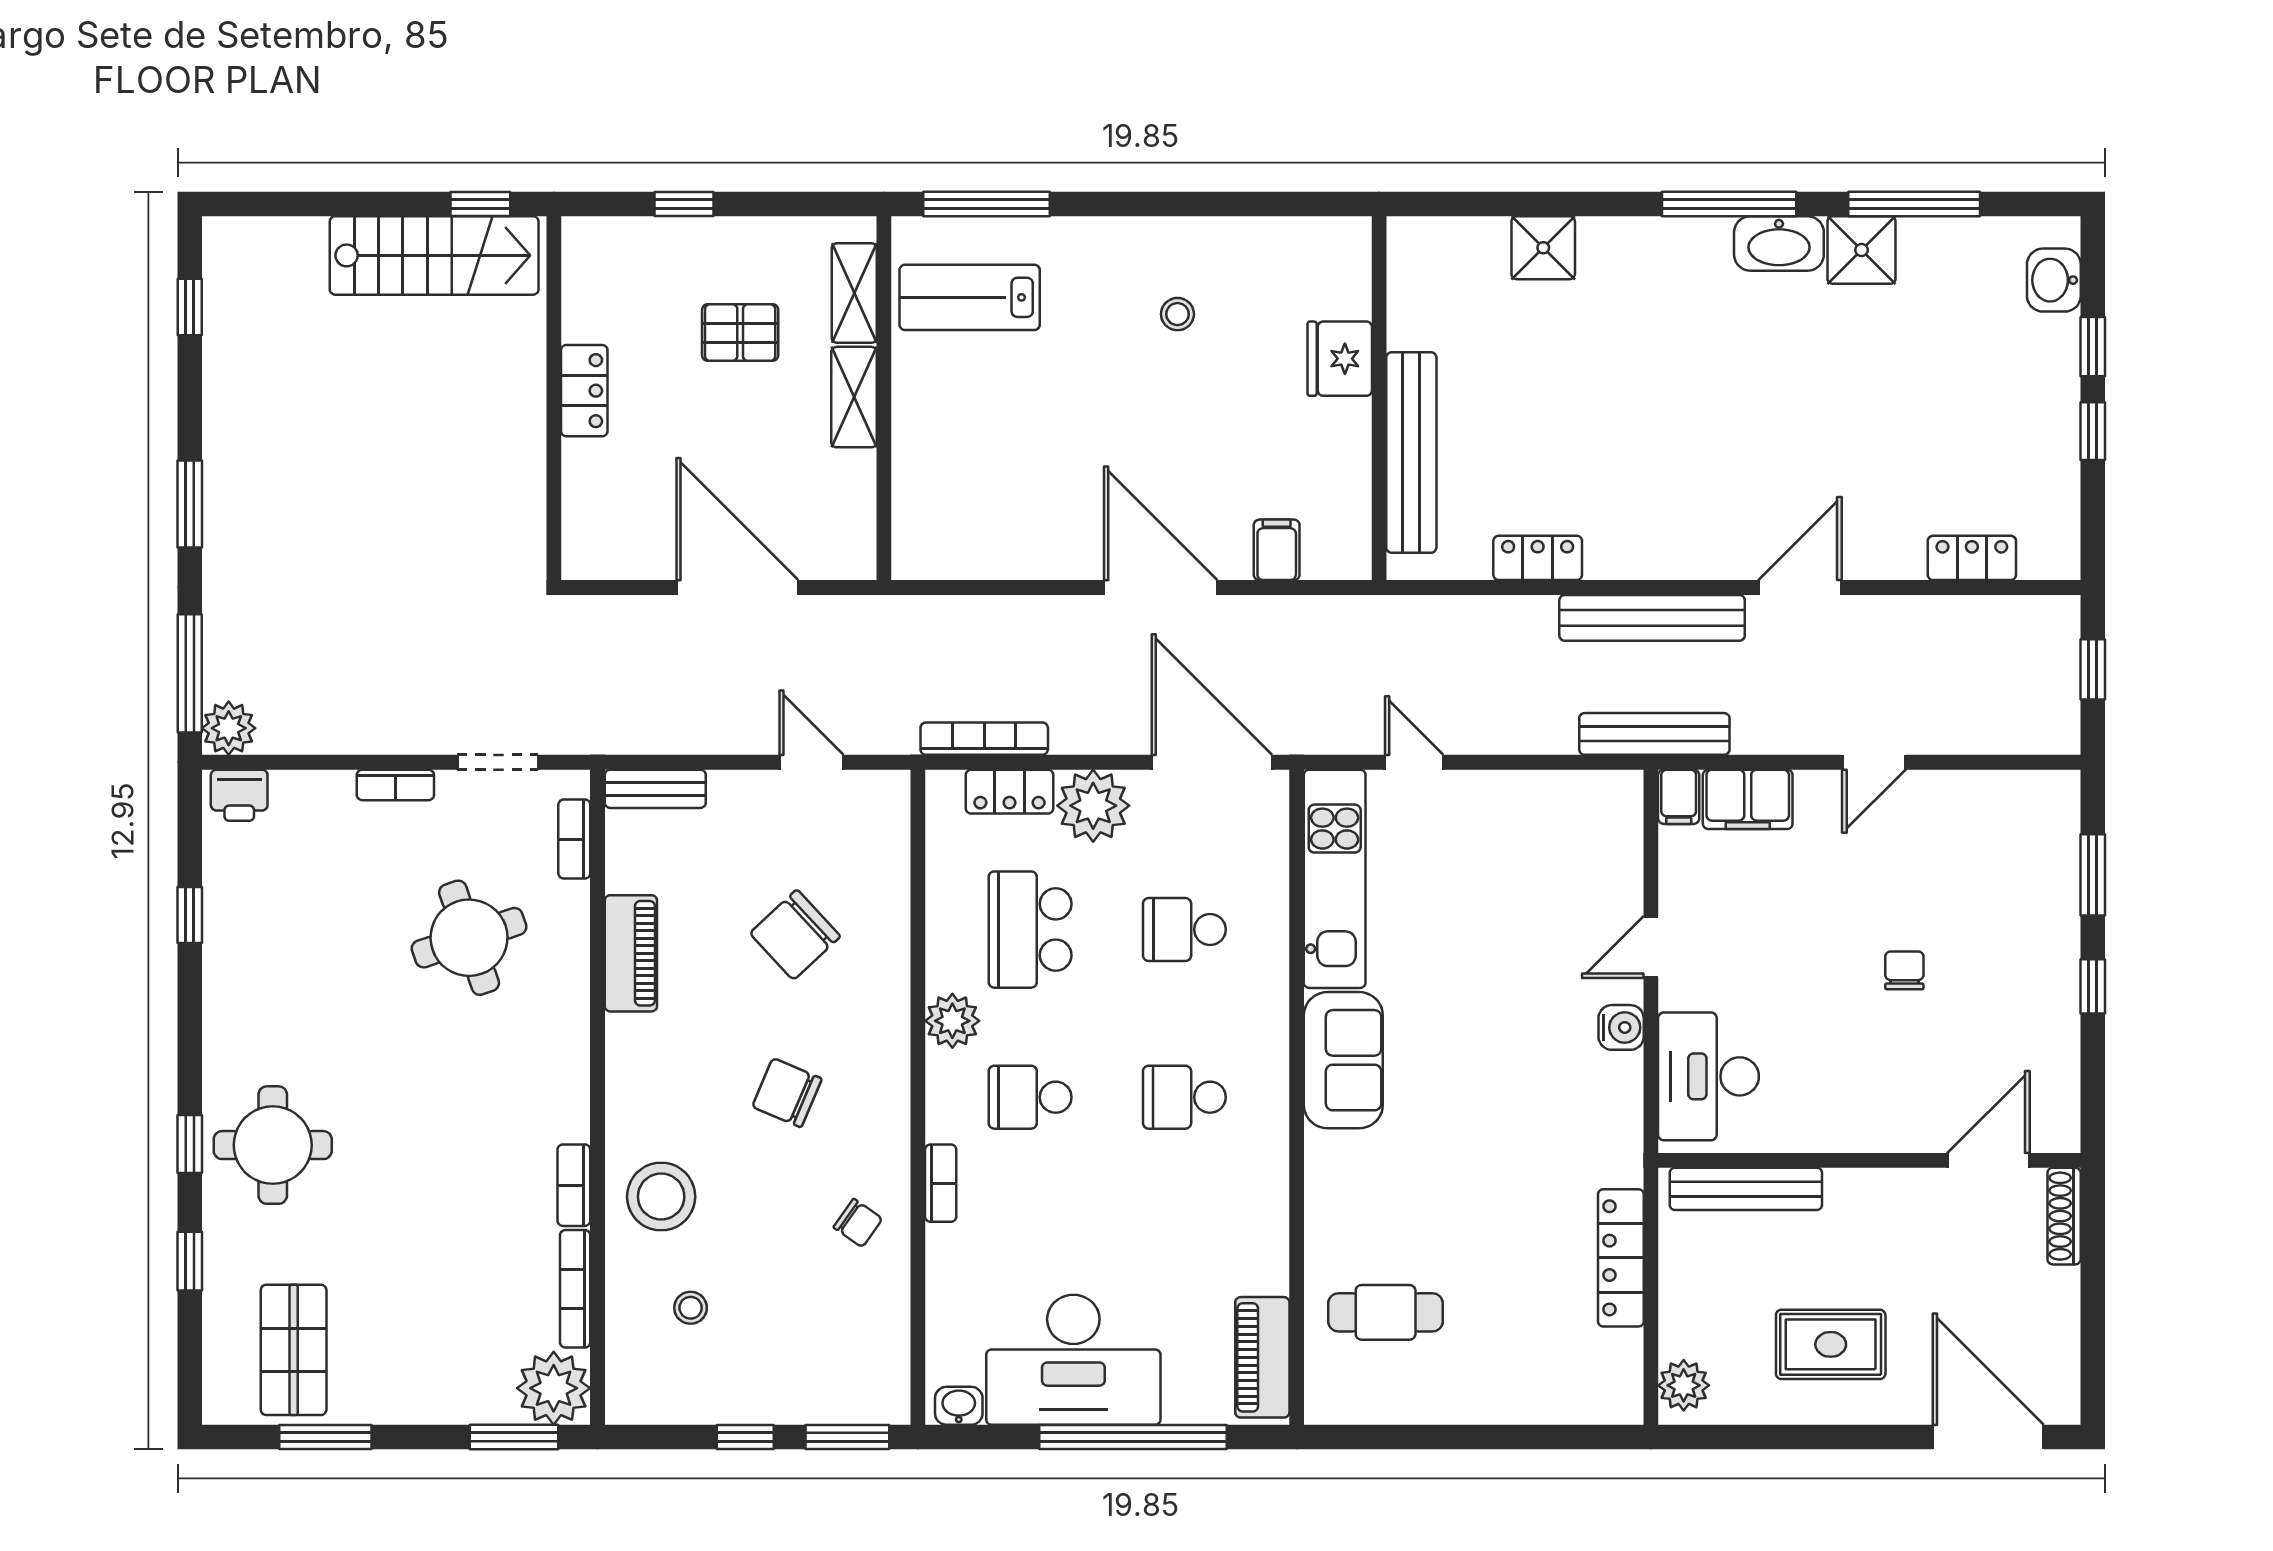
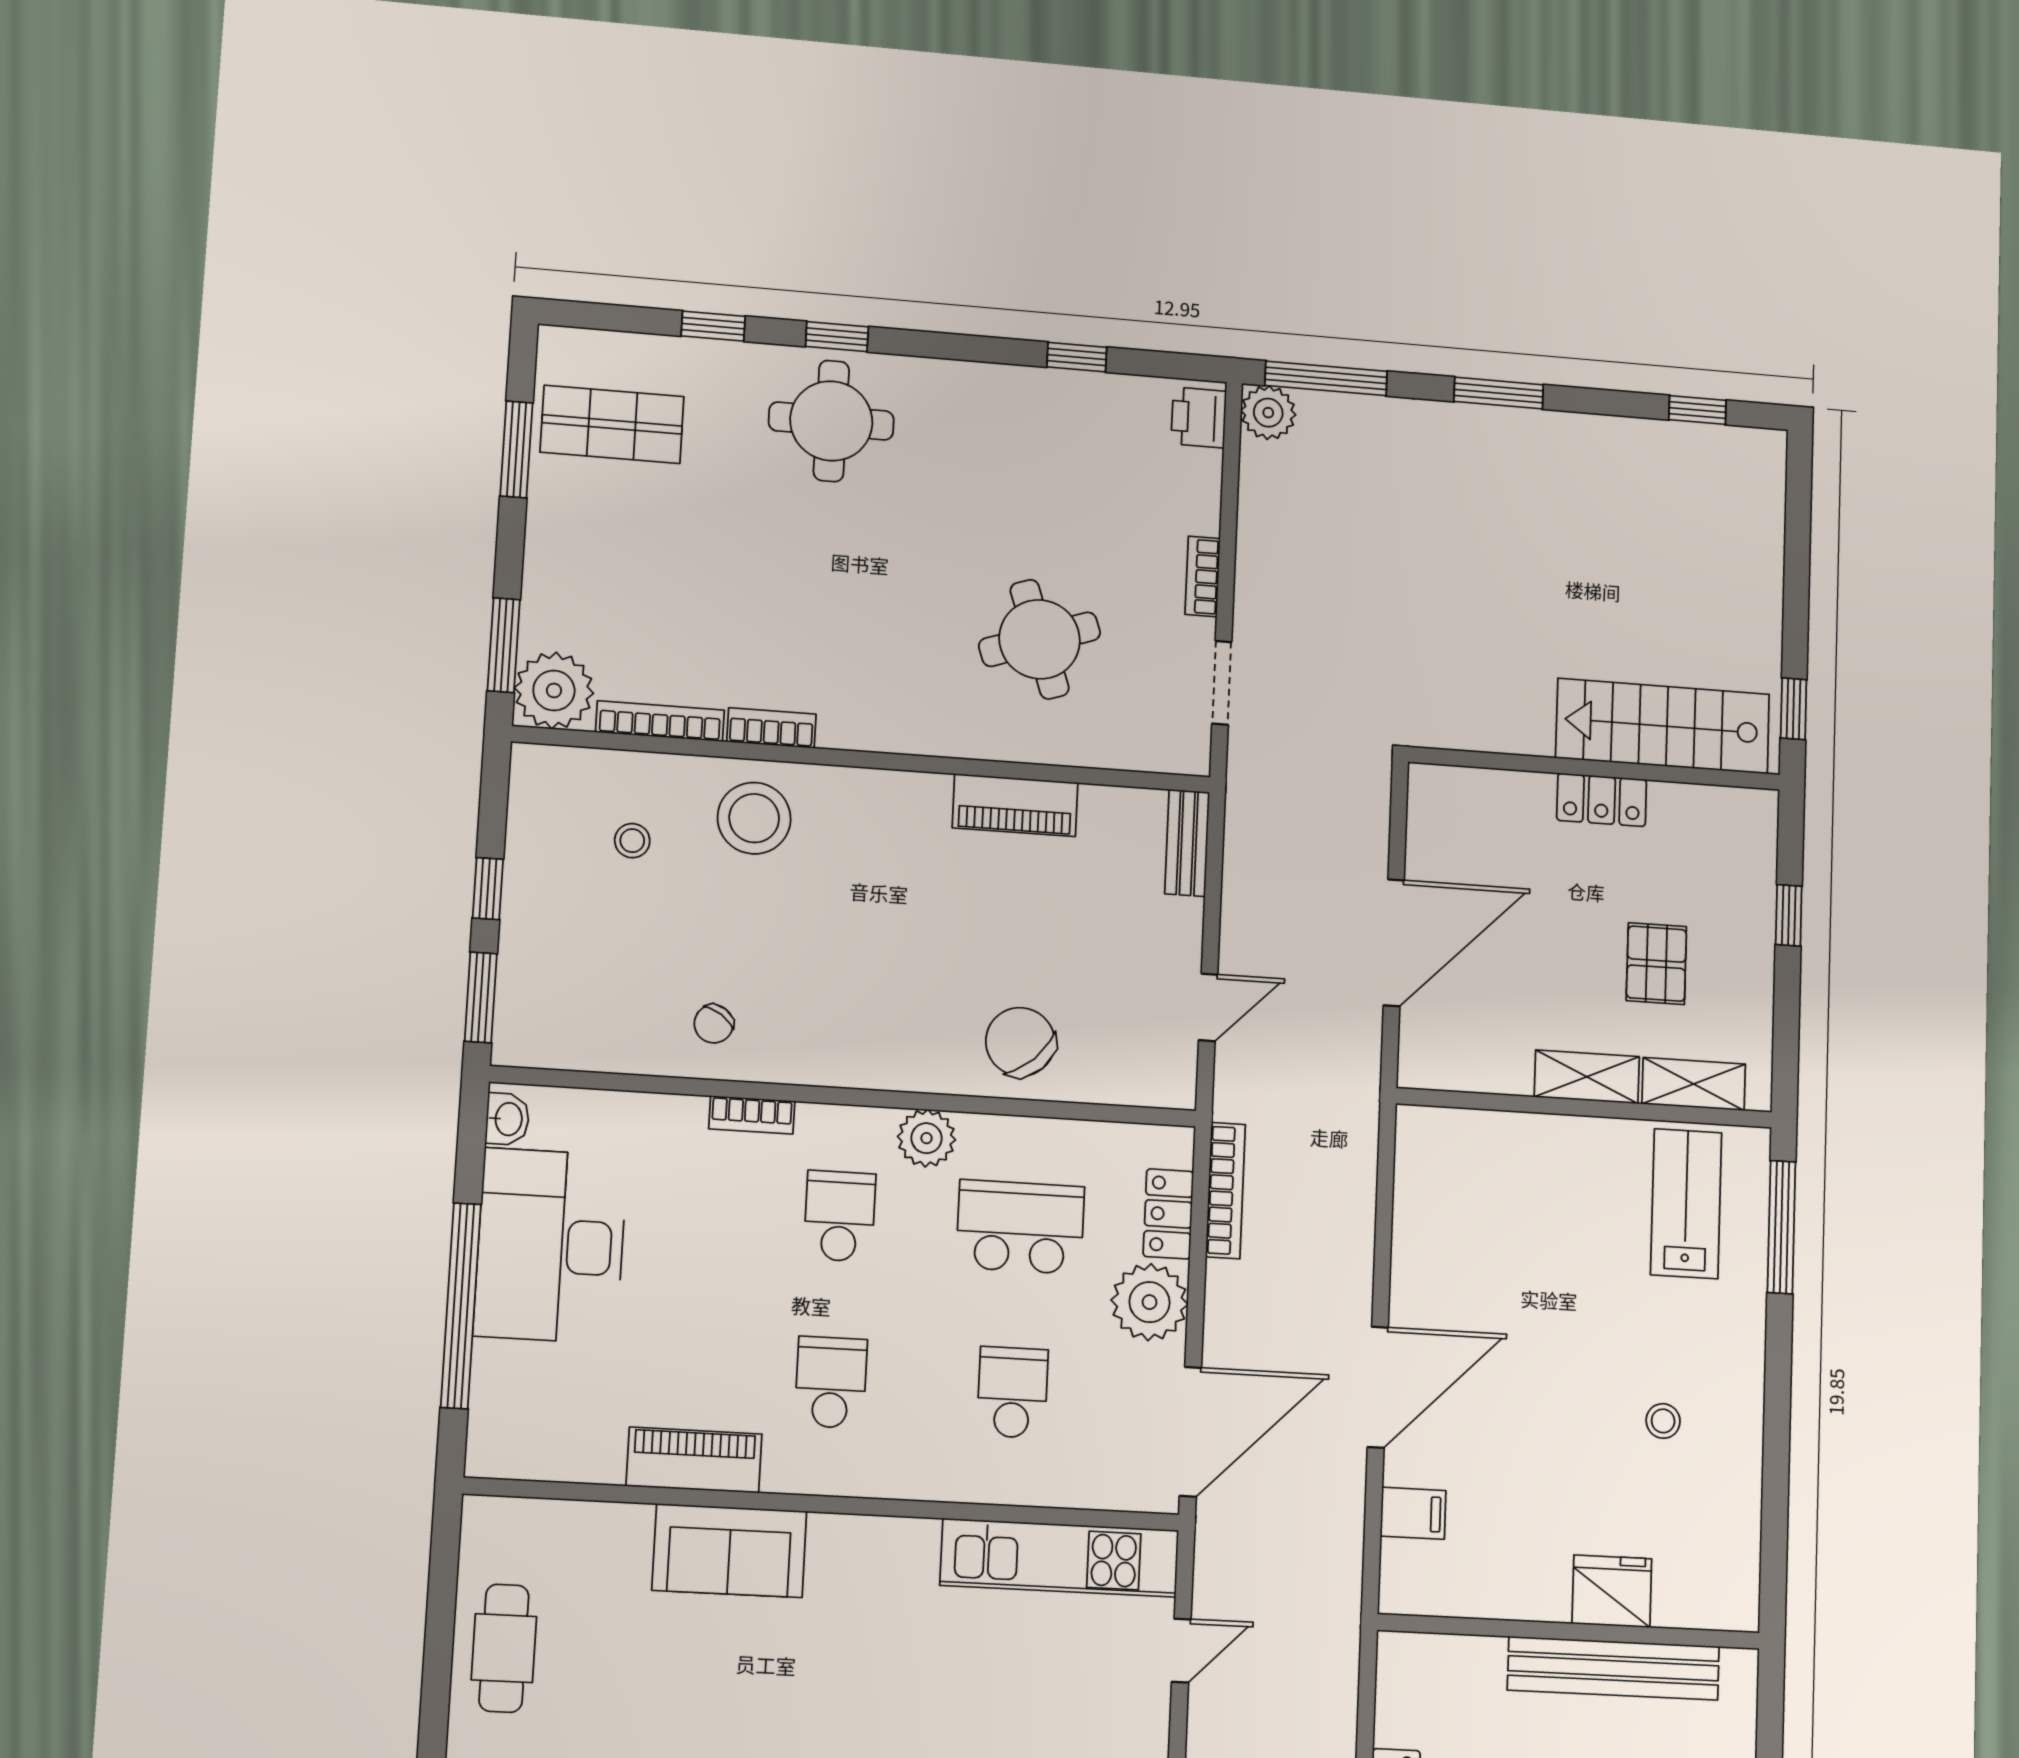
stairs: (434, 255) -> (1663, 726), moved, turned 90
bench: (1411, 452) -> (1614, 1668), moved
bookcase: (574, 839) -> (1138, 755), removed
chair: (795, 935) -> (1020, 1042), moved
sofa: (1343, 1060) -> (729, 1551), moved
chair: (787, 1093) -> (858, 958), removed
cafe table: (1386, 1312) -> (504, 1648), moved
piano: (1262, 1357) -> (694, 1460), moved

